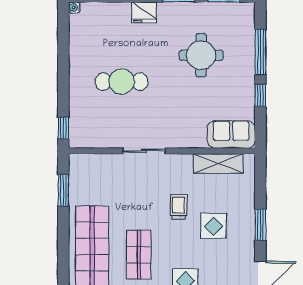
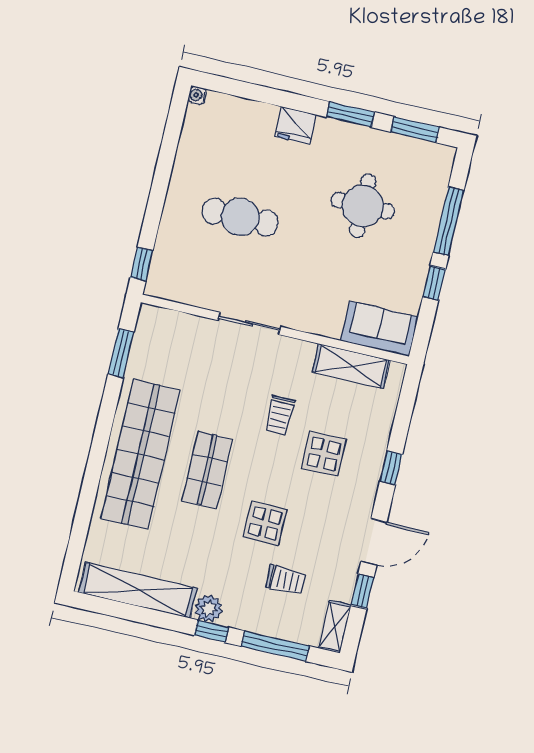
trolley: (178, 207) -> (280, 415), turned 180
window: (260, 225) -> (391, 468), width x0.67

